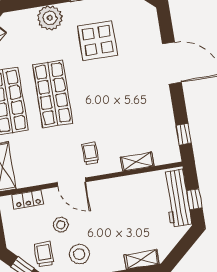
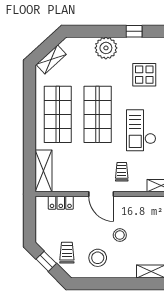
display table: (98, 41) -> (144, 75), width x0.73, depth x0.73
checkout: (104, 103) -> (141, 130), added
stool: (61, 225) -> (120, 235), moved

